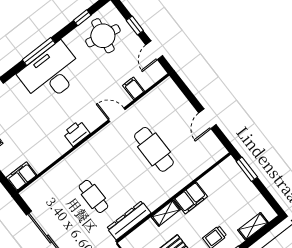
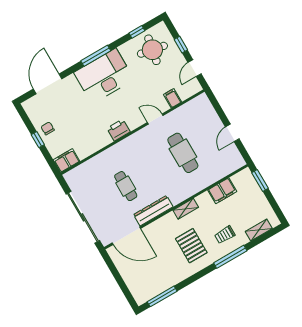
filing cabinet: (191, 198) -> (222, 191), moved

